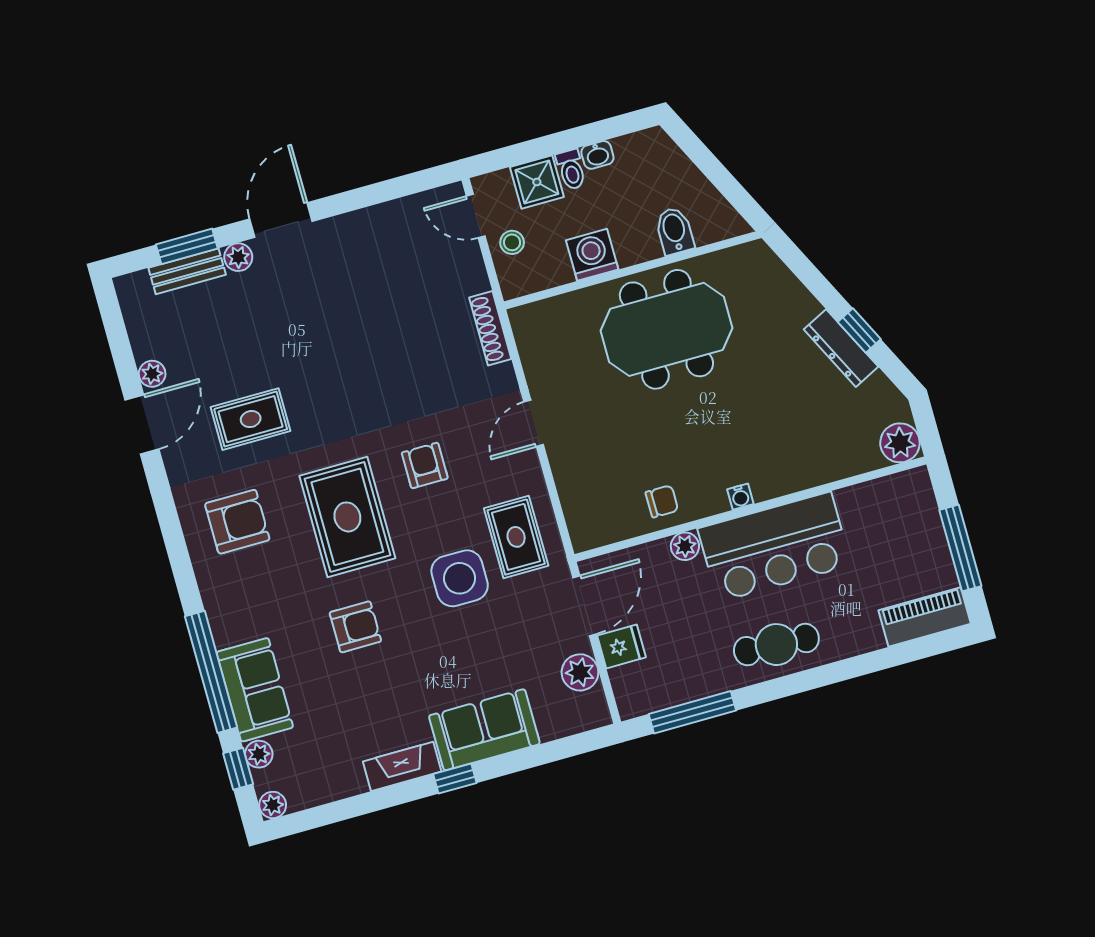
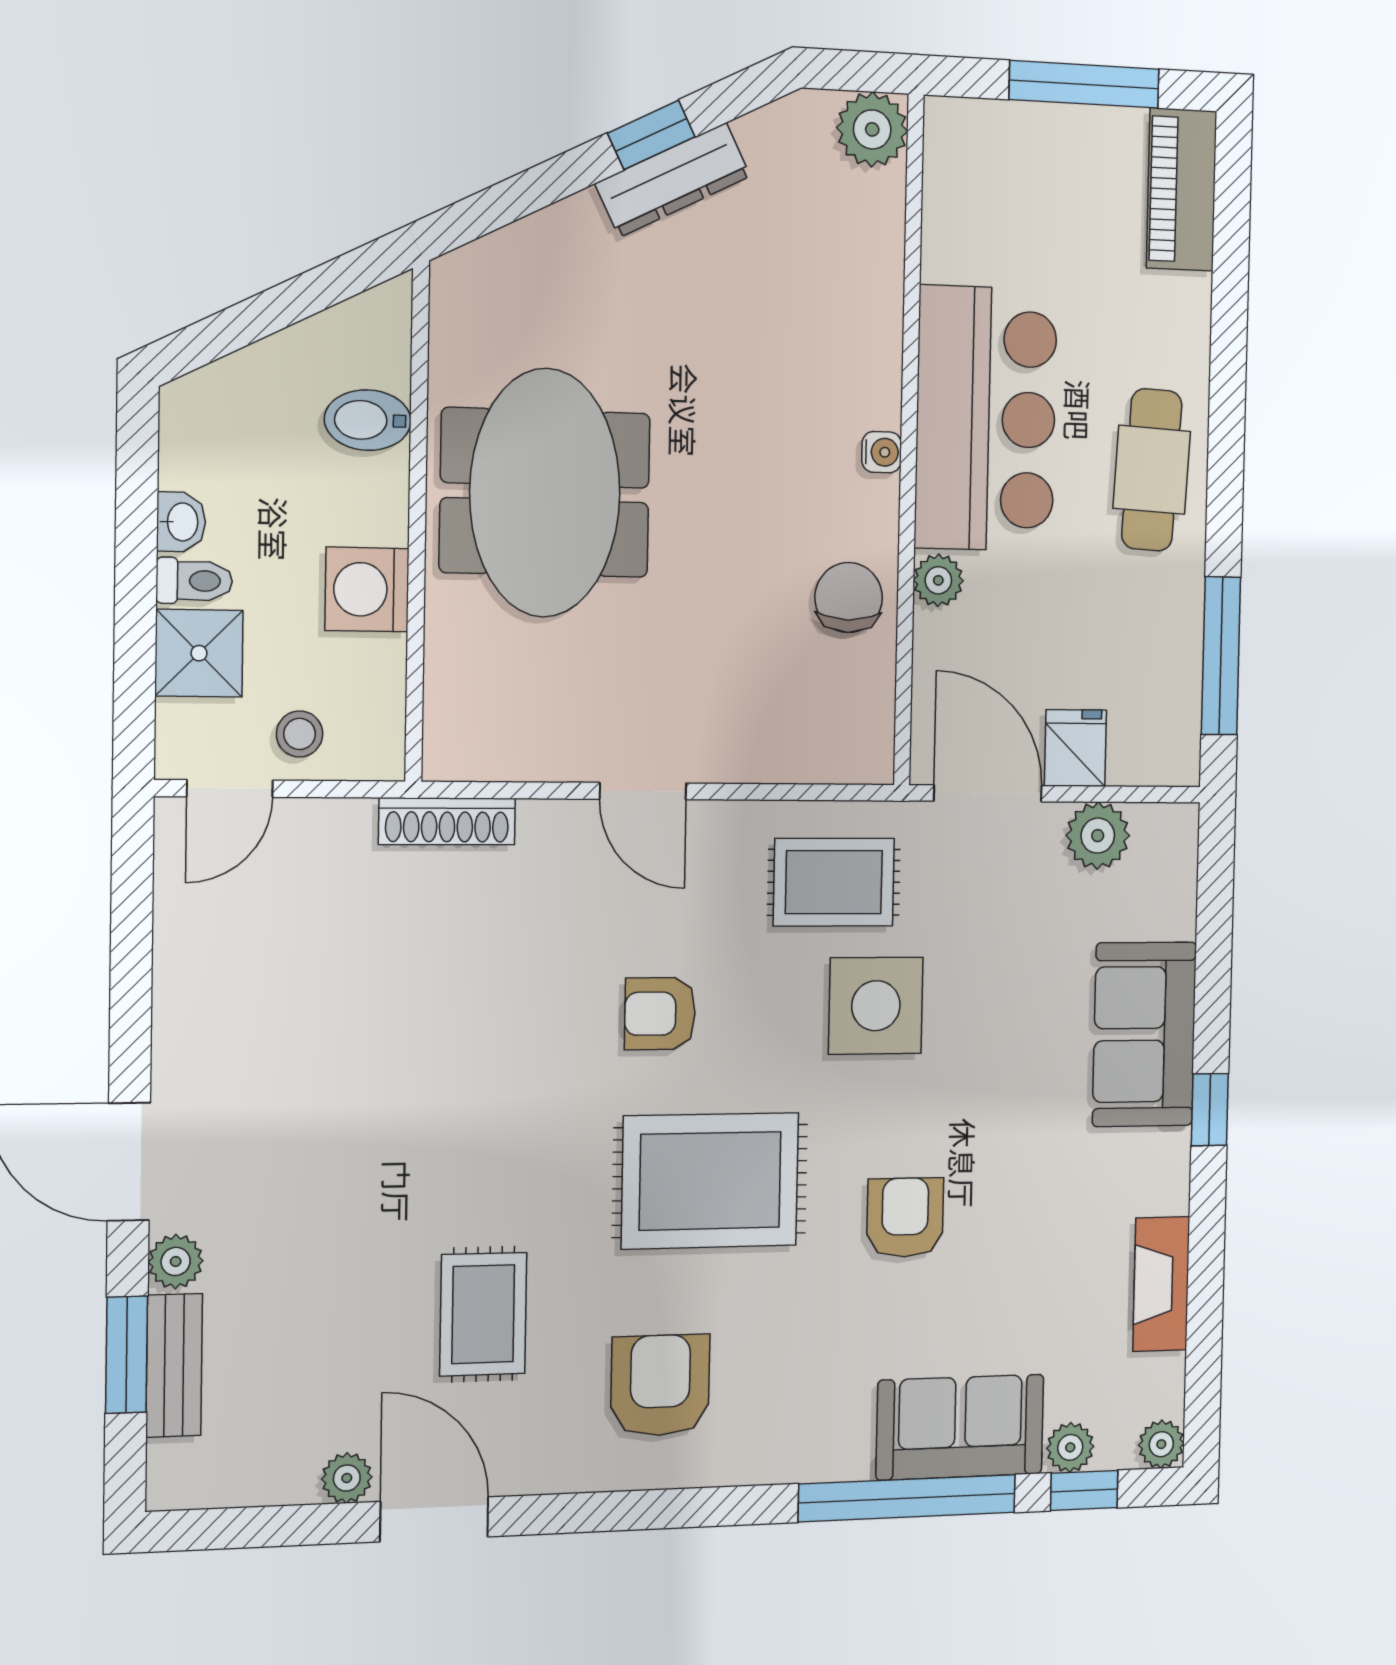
chair: (662, 501) -> (849, 598), width x1.37, depth x1.37
fireplace: (402, 766) -> (1161, 1284), moved

